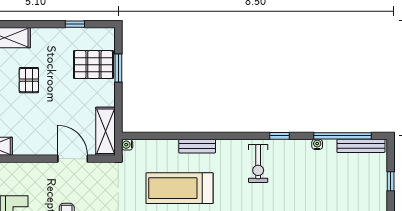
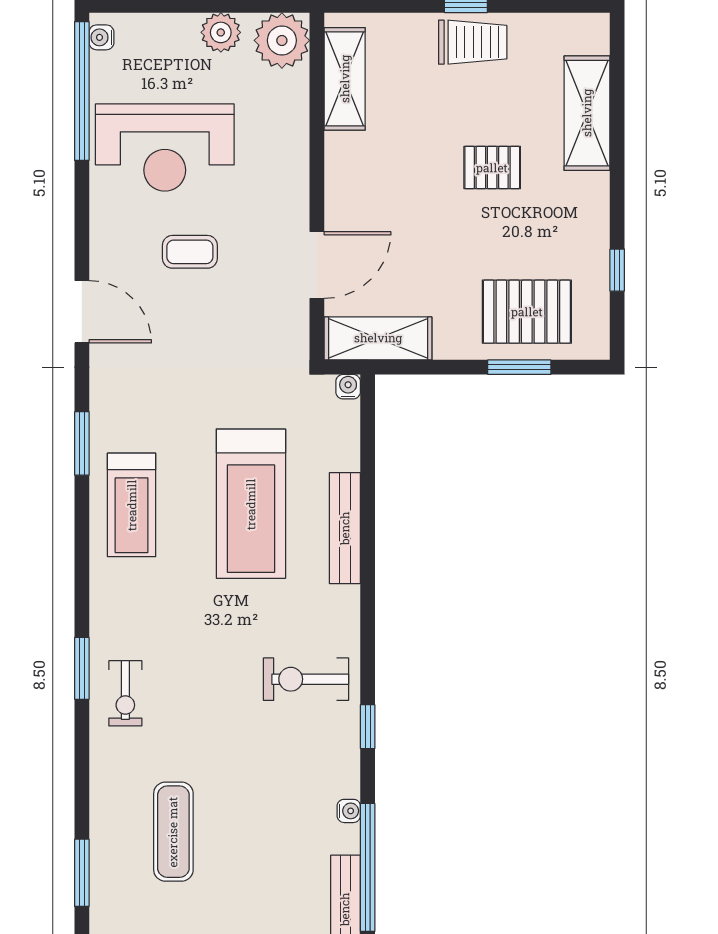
pallet: (93, 65) -> (527, 312), turned 90
bench: (197, 146) -> (345, 528), width x1.36
treadmill: (180, 188) -> (251, 504), turned 180

